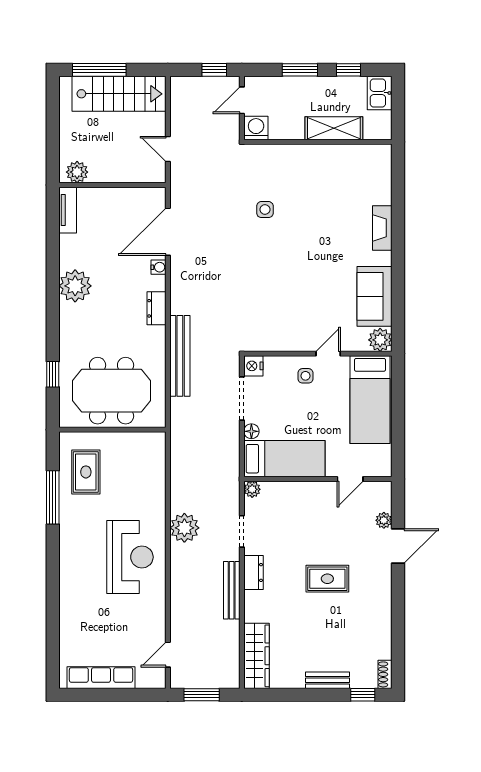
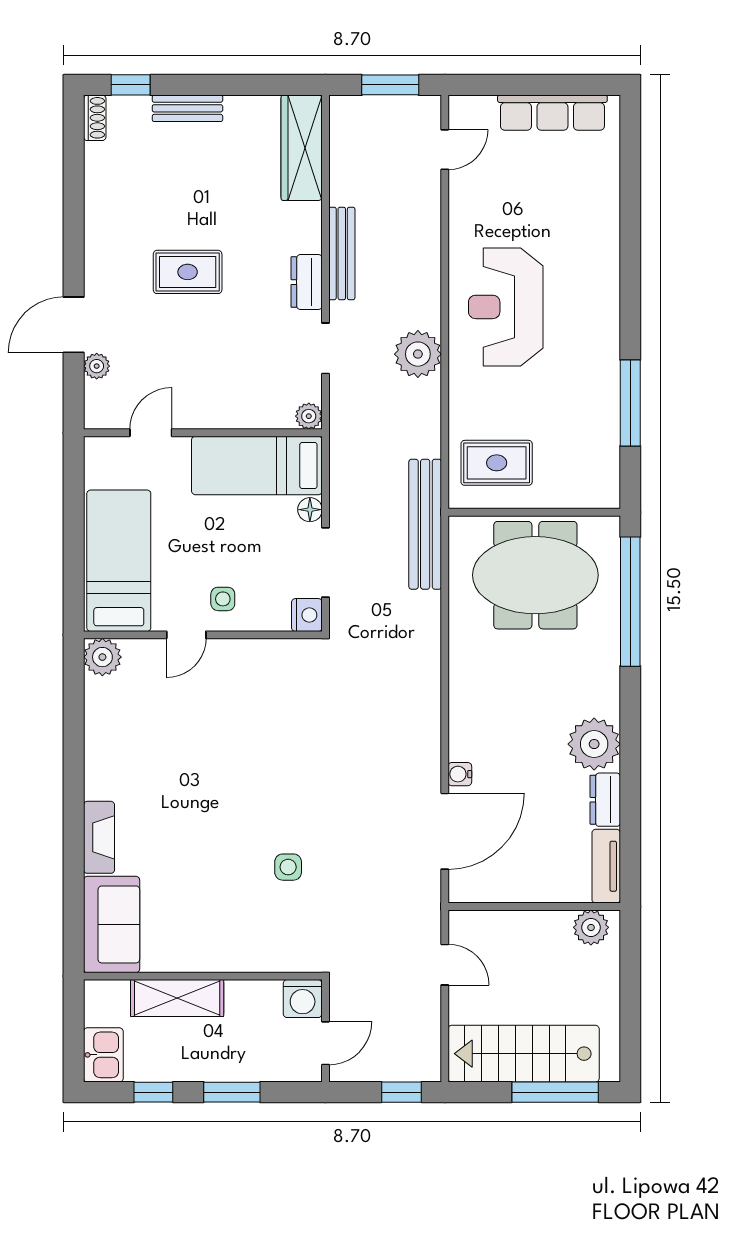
window: (214, 70) -> (402, 1092), moved
sofa: (375, 296) -> (112, 924), moved
dresser: (156, 308) -> (605, 800), moved, turned 180
bench: (180, 356) -> (425, 524), moved
window: (53, 374) -> (630, 602), width x3.17
rug: (86, 472) -> (497, 463), moved, turned 90

